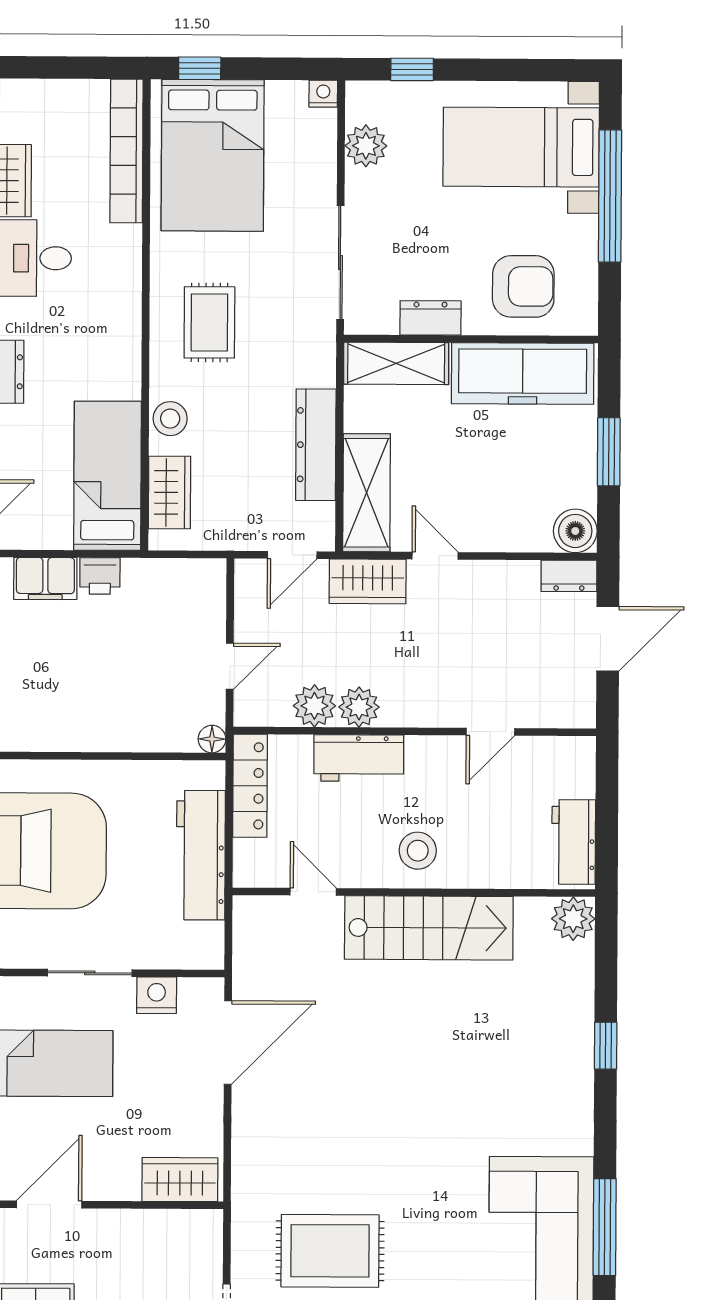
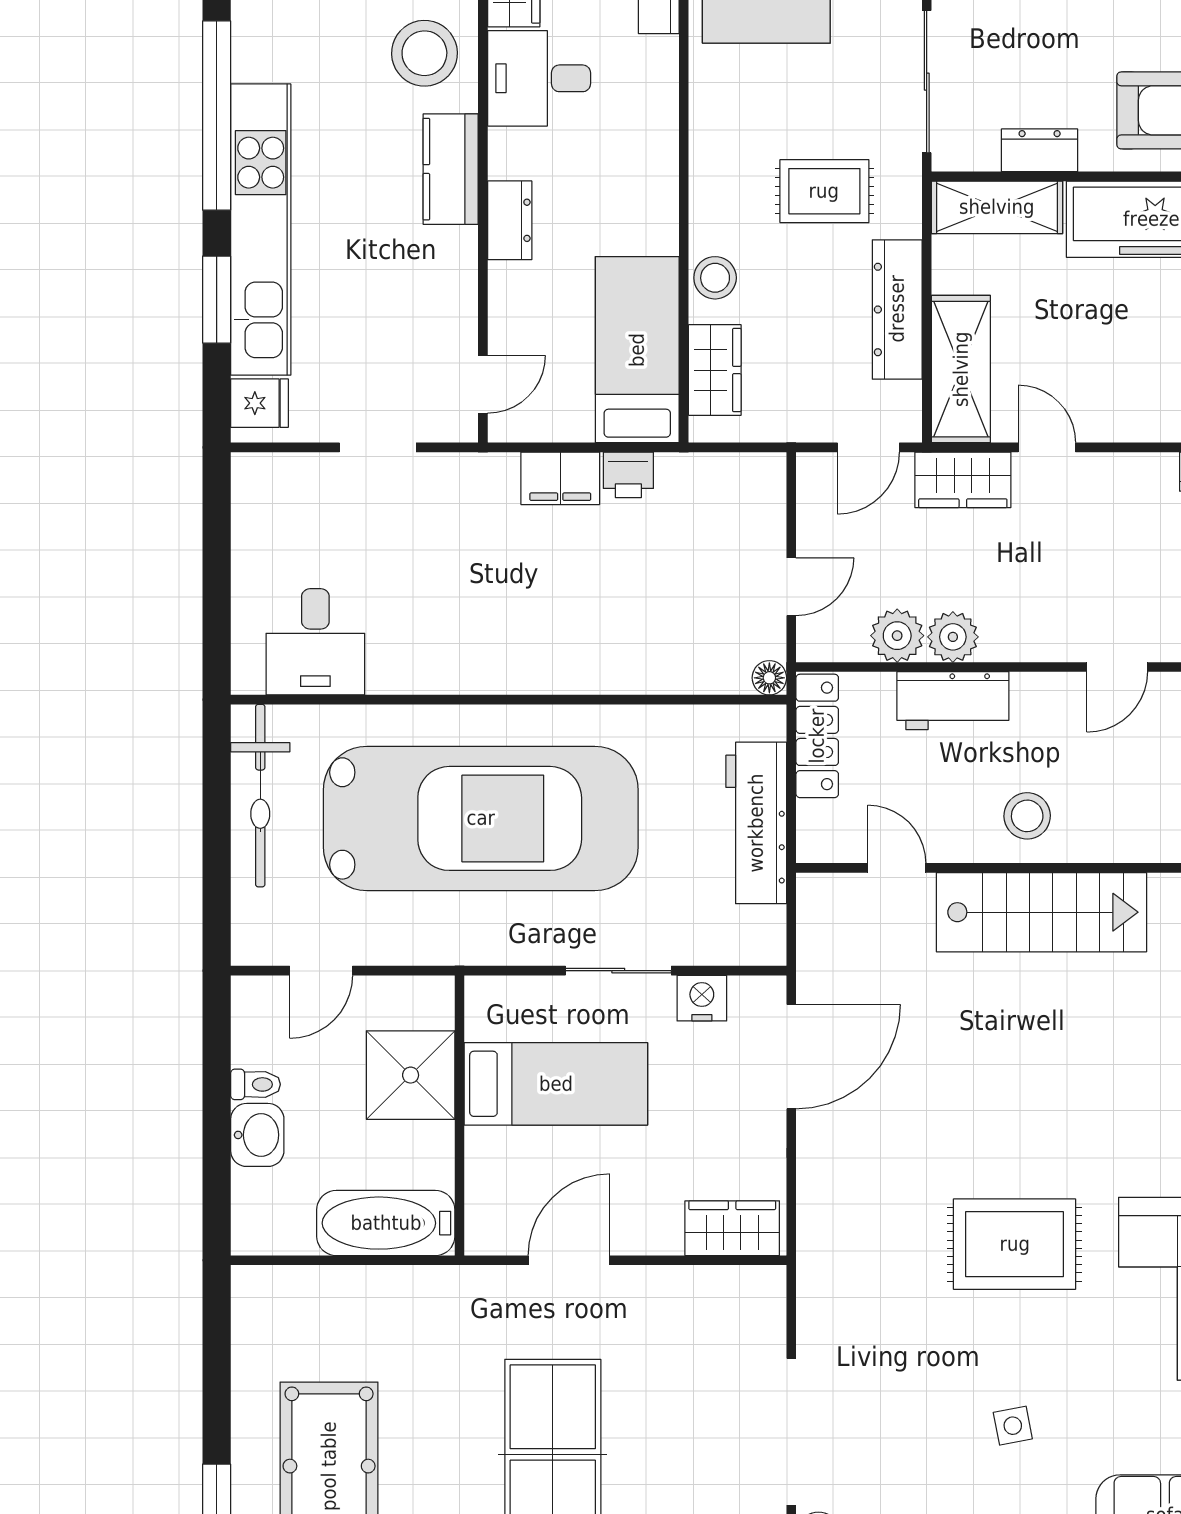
rug: (209, 322) -> (824, 191), moved, turned 90
rug: (330, 1251) -> (1015, 1244), moved

